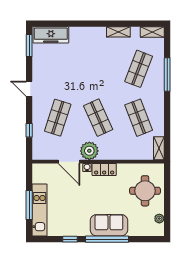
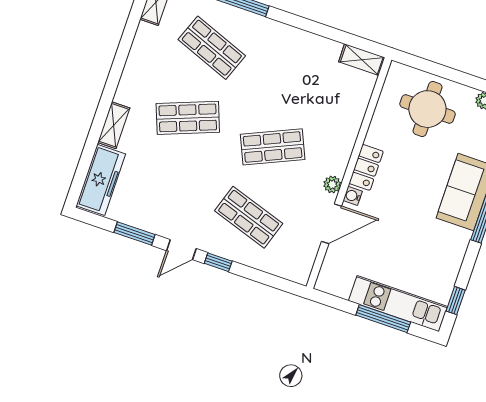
shelving: (118, 32) -> (114, 125), moved
window: (29, 45) -> (134, 233), moved
shop shelf: (139, 118) -> (188, 118), moved
window: (29, 130) -> (218, 262), moved
plant: (89, 151) -> (332, 184), width x0.53, depth x0.53
window: (70, 239) -> (456, 301), moved

